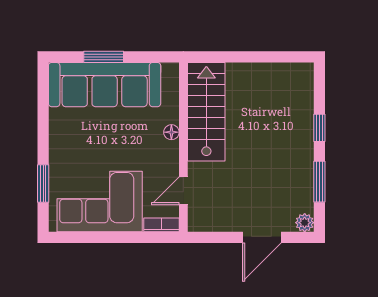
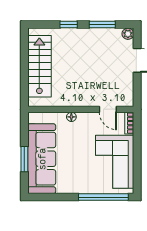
stairs: (206, 112) -> (39, 66), moved, turned 90
window: (43, 183) -> (103, 197), width x2.11

